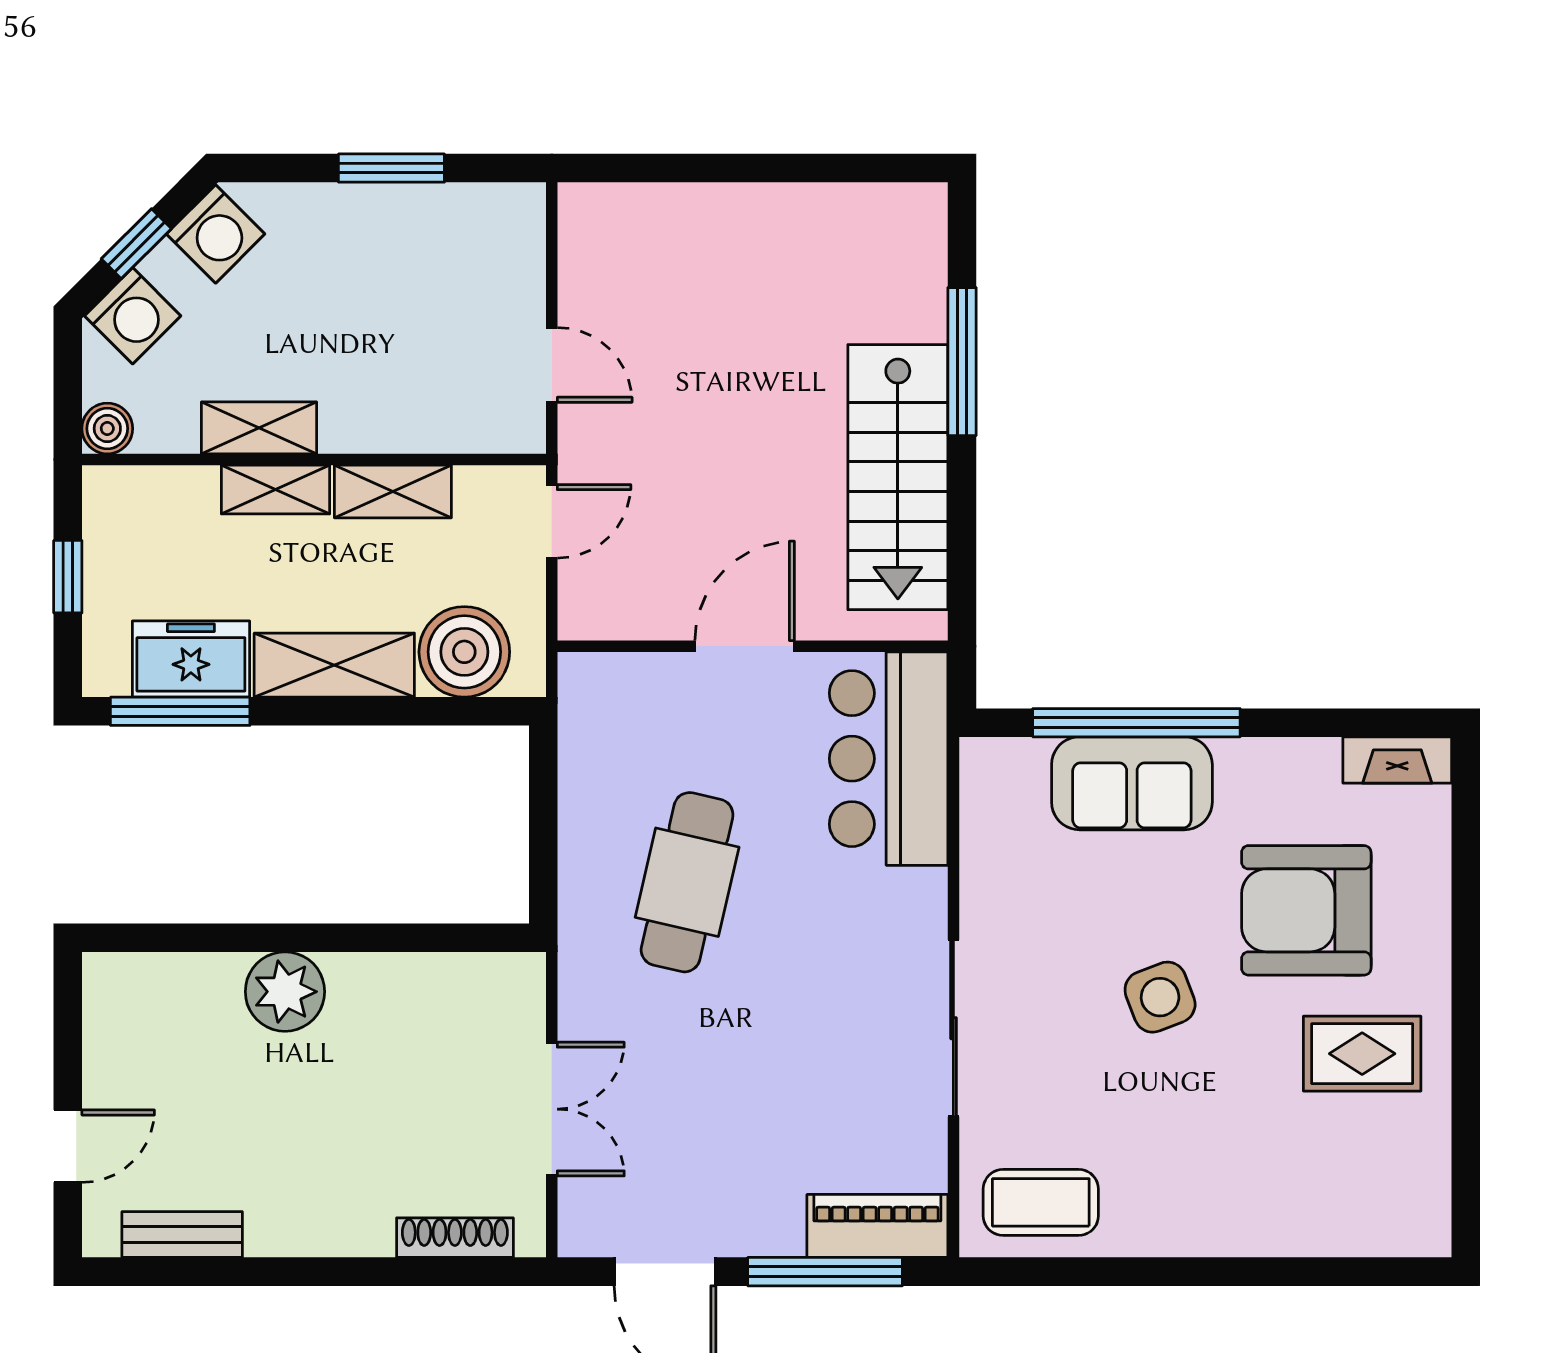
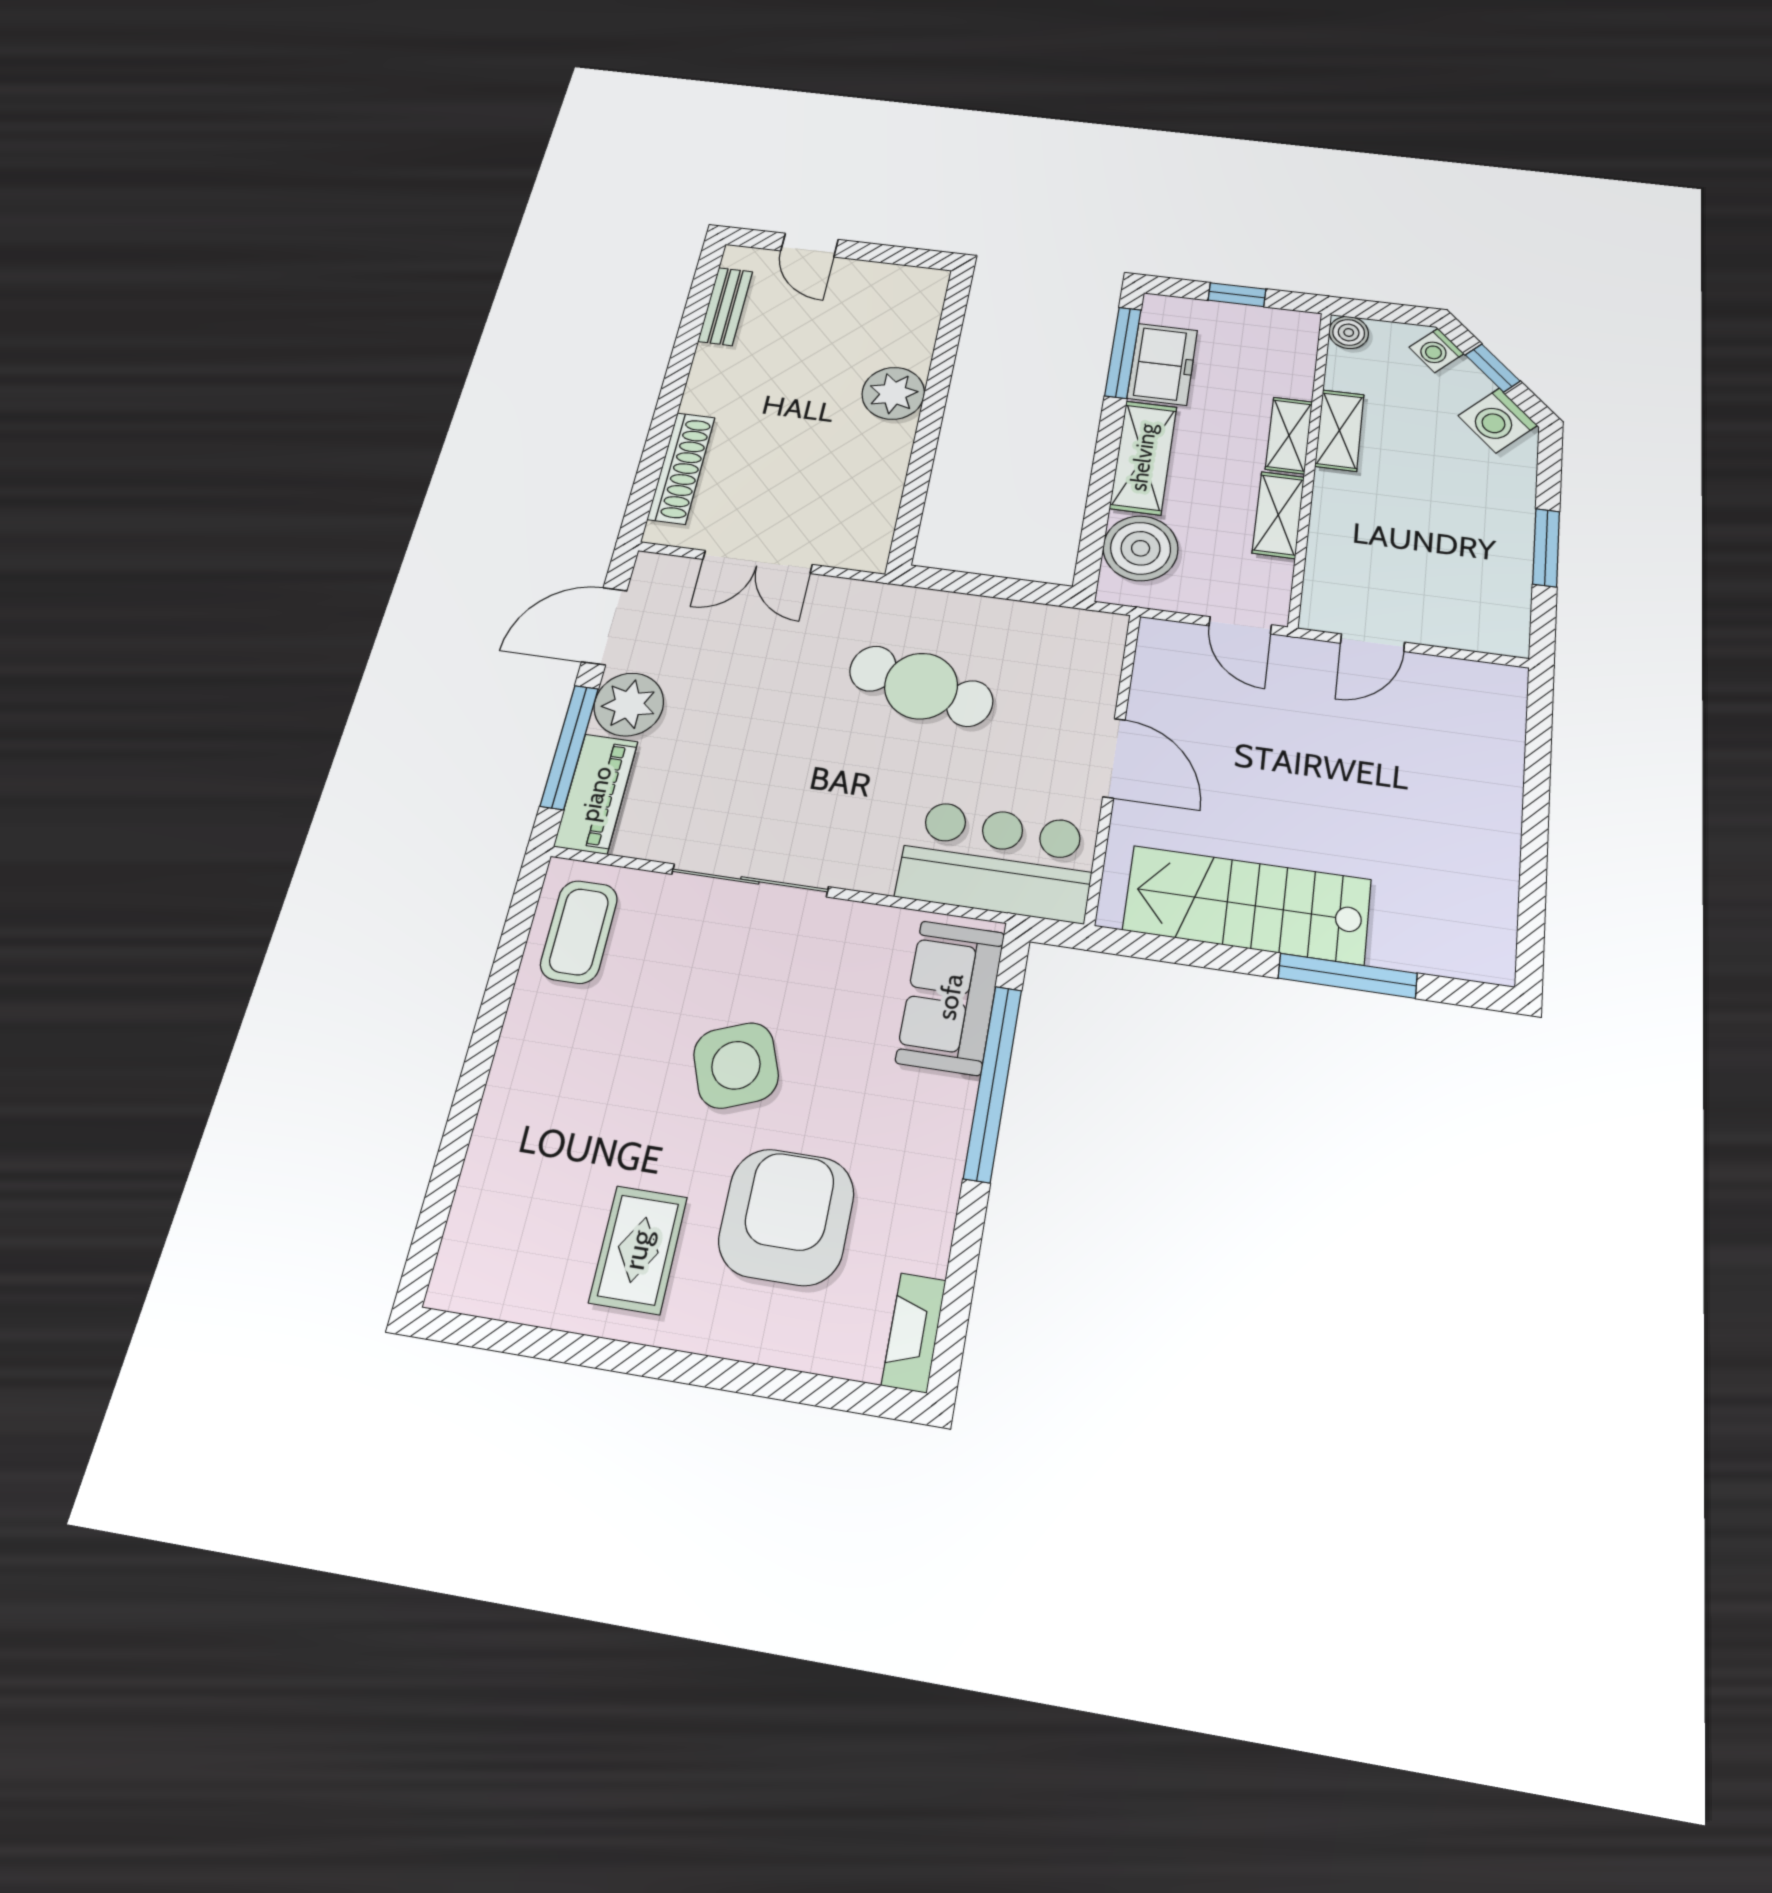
washing machine: (133, 316) -> (1436, 350), width x0.73, depth x0.73
sofa: (1132, 783) -> (950, 997), moved
side table: (1160, 997) -> (736, 1065), width x1.37, depth x1.37
plant: (762, 1217) -> (629, 704), added
shoe rack: (455, 1238) -> (681, 468), width x1.36, depth x1.24

